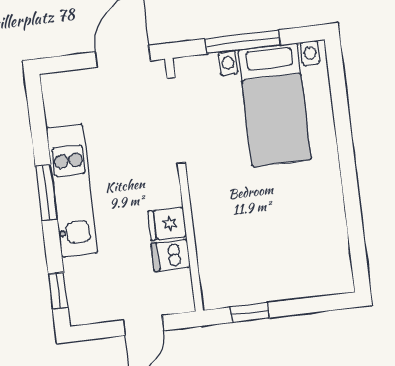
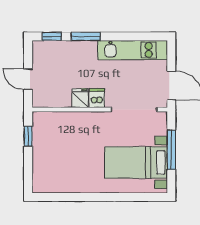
kitchen unit: (72, 191) -> (133, 50), moved
window: (46, 192) -> (86, 36), moved
dishwasher: (171, 255) -> (97, 98), moved

